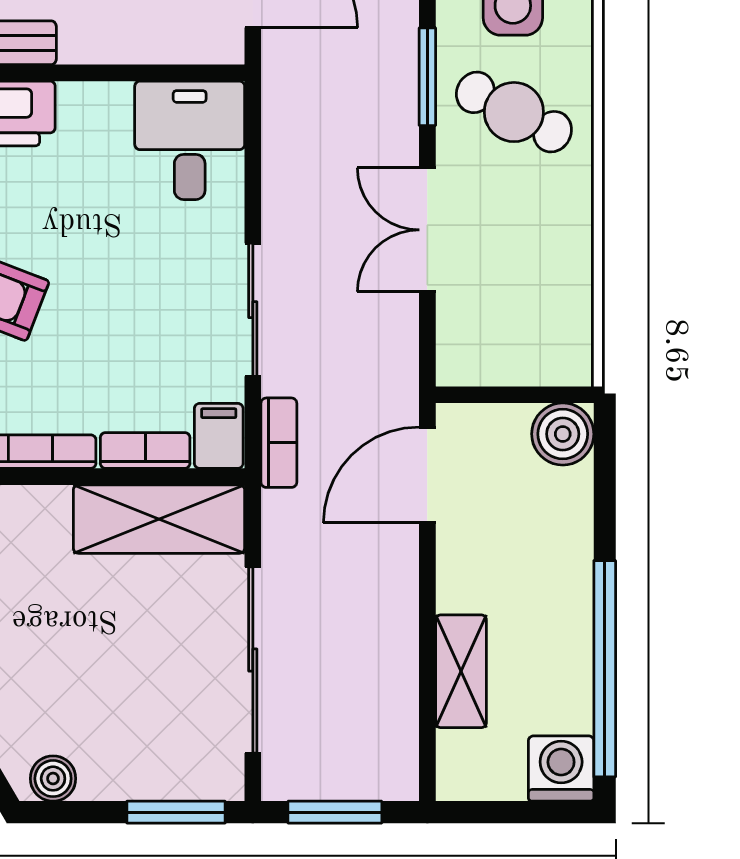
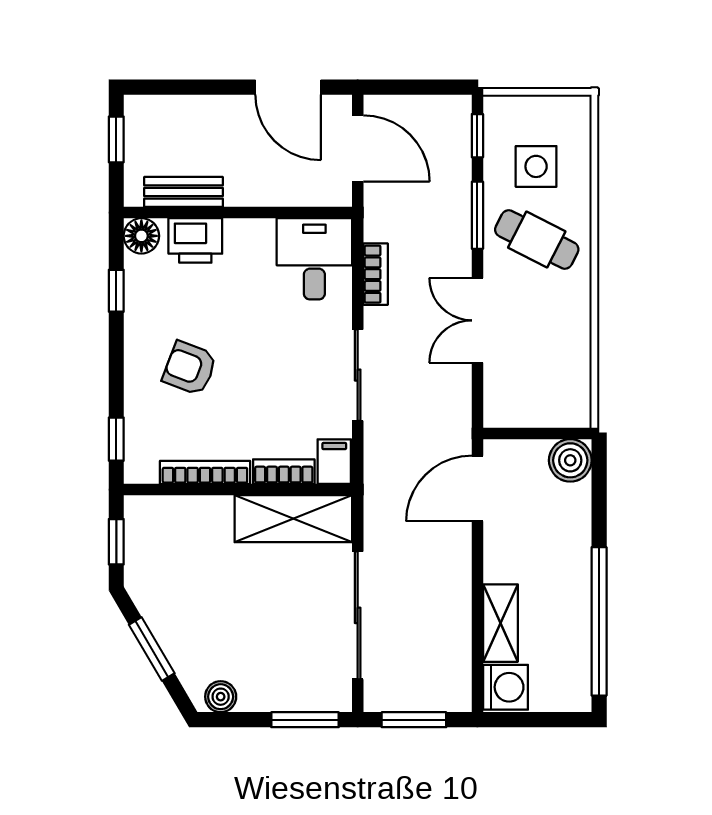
bookcase: (279, 443) -> (376, 274), moved
washing machine: (561, 769) -> (505, 687), moved, turned 90

